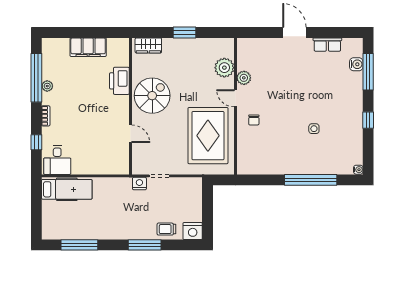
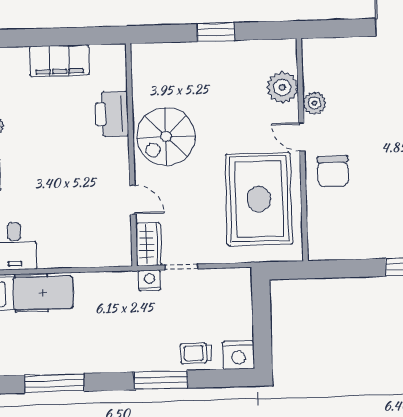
wardrobe: (148, 45) -> (149, 244), moved, turned -90
spiral stairs: (152, 96) -> (166, 137), turned 180
chair: (254, 120) -> (333, 171), width x1.87, depth x1.87

